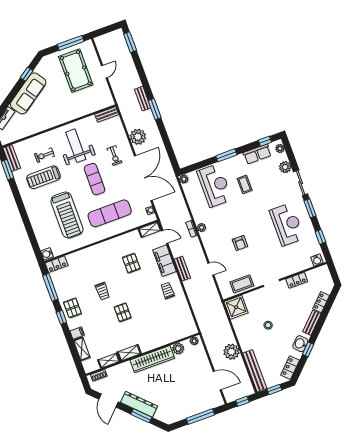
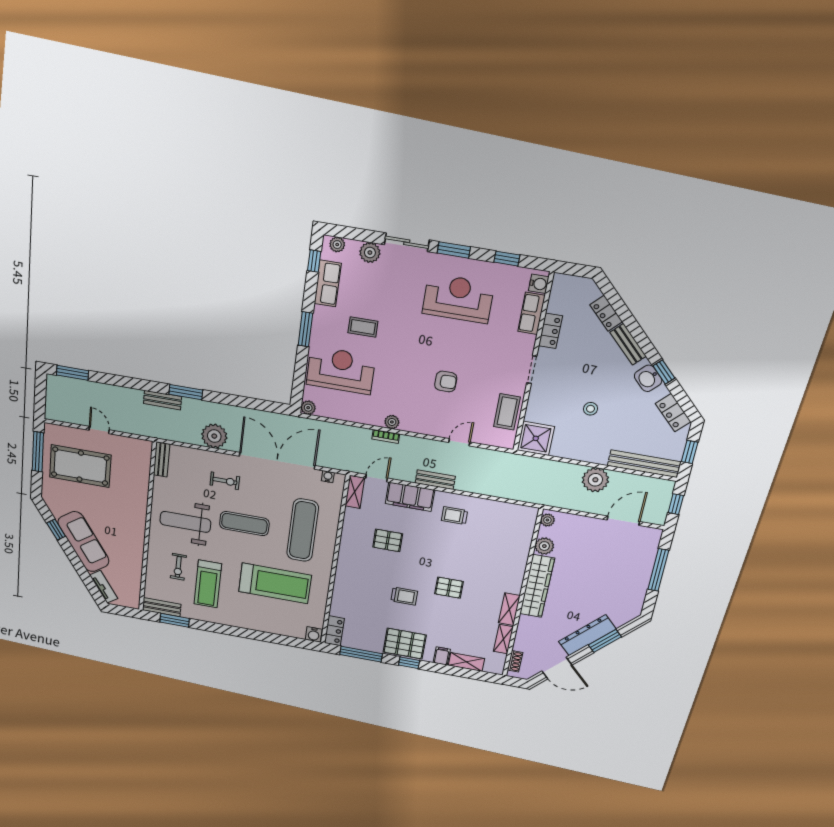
row of seats: (300, 265) -> (531, 313), added
pallet: (72, 308) -> (405, 644), width x1.50, depth x1.42

